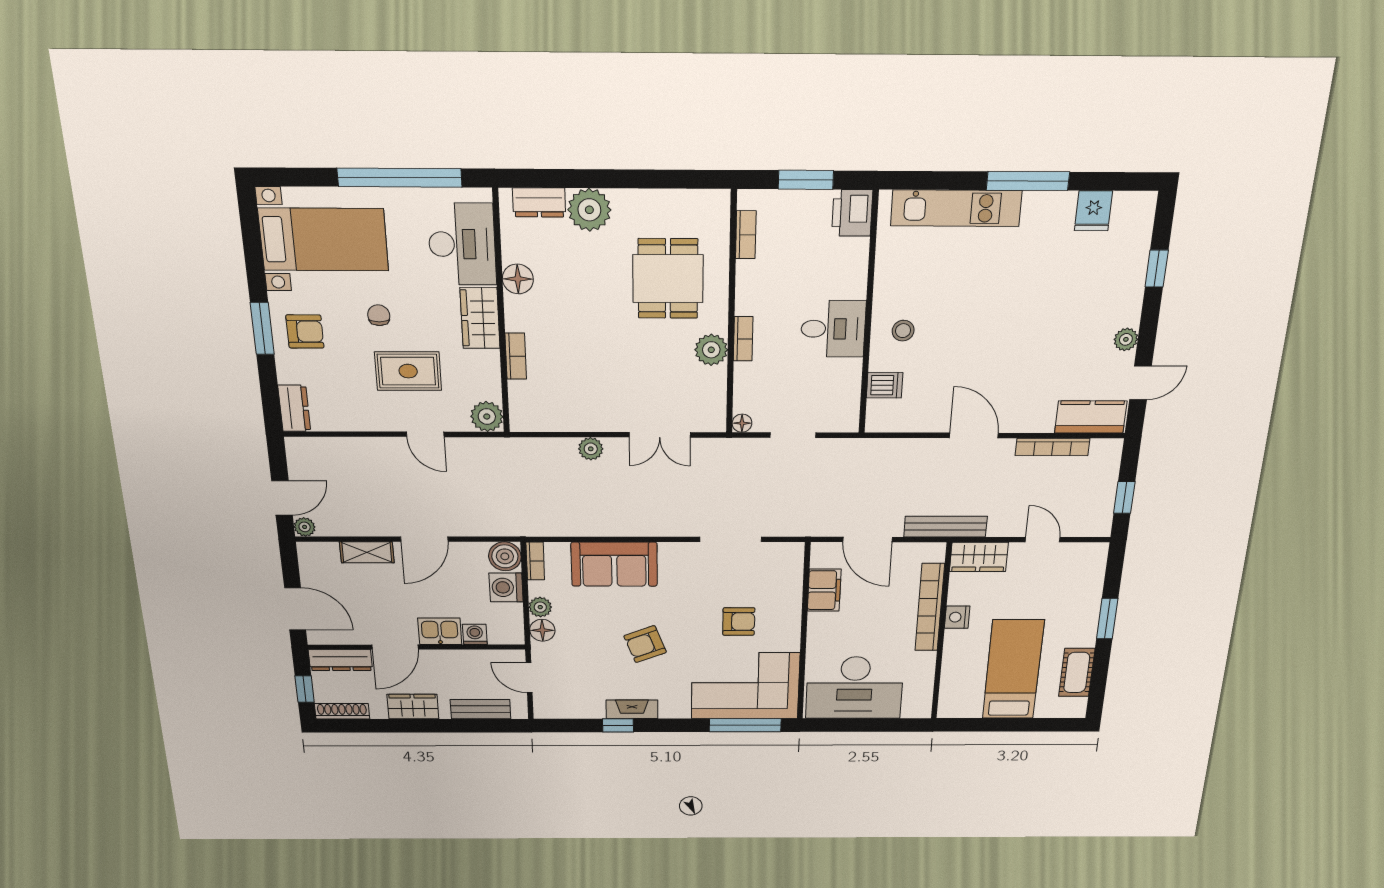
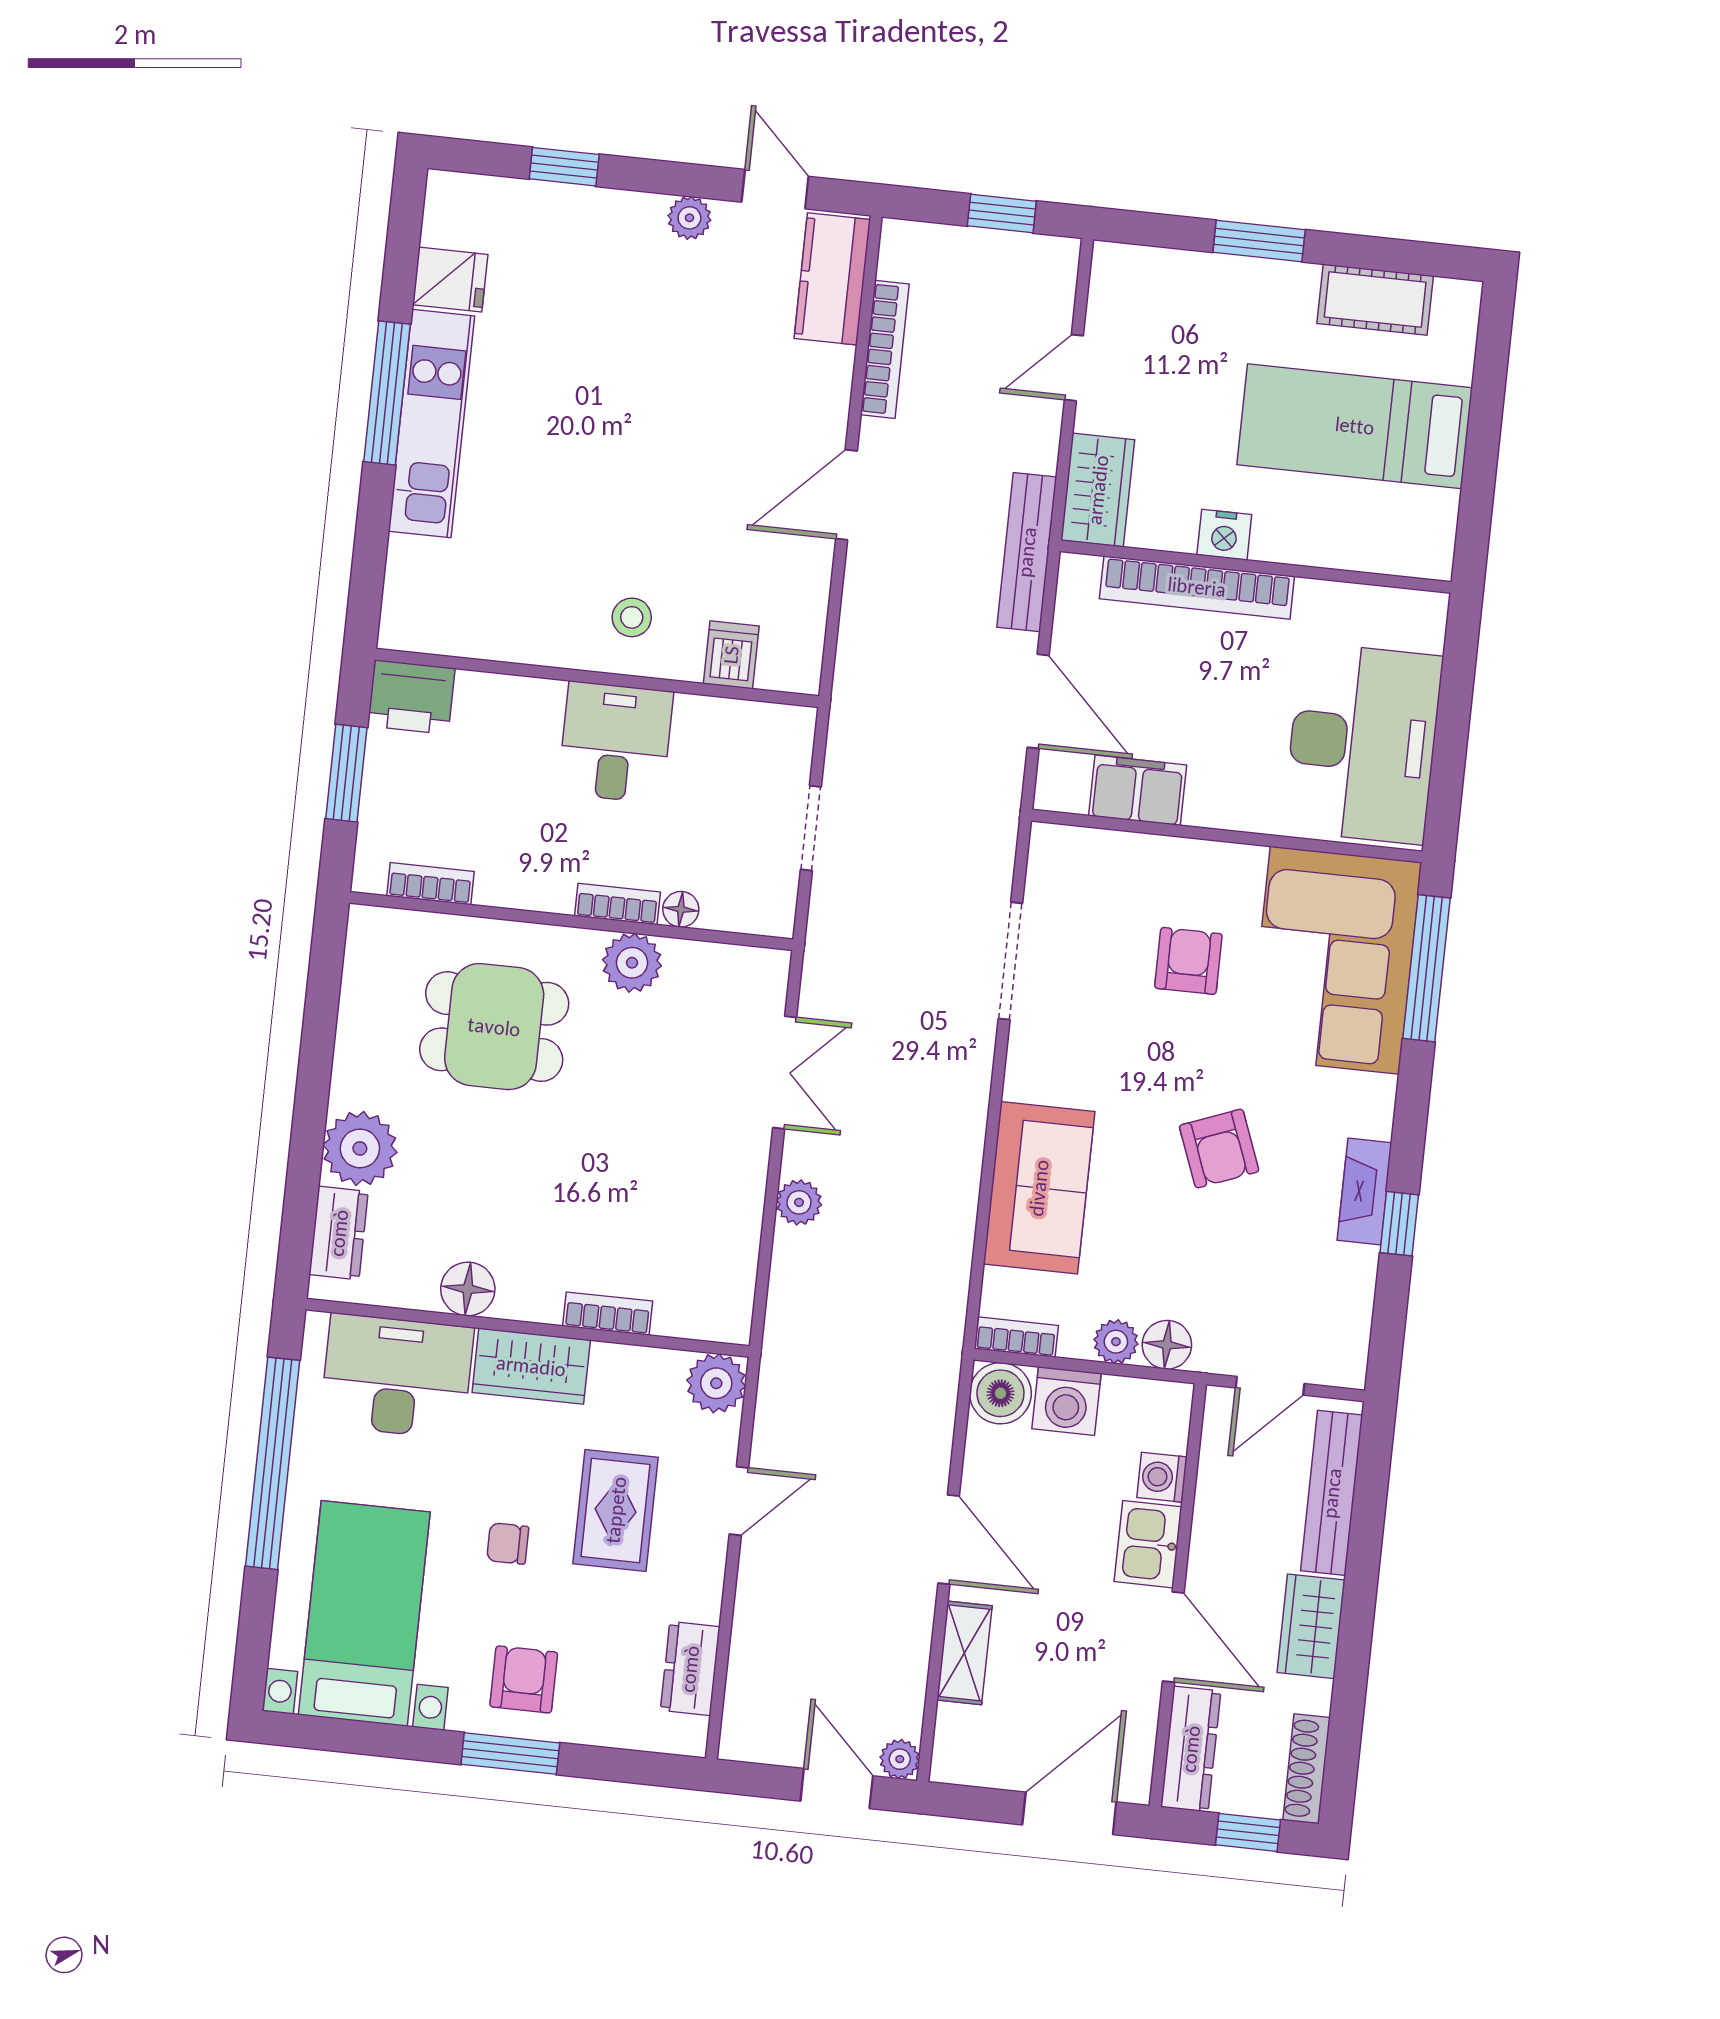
kitchen unit: (956, 208) -> (431, 424), moved
dresser: (294, 408) -> (690, 1669), moved, turned -90
floor lamp: (742, 423) -> (681, 909), moved
door: (867, 540) -> (1038, 701), hinge flipped
bench: (481, 709) -> (1332, 1493), width x1.36

